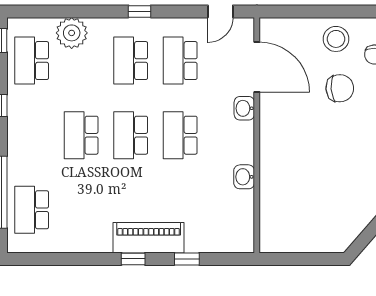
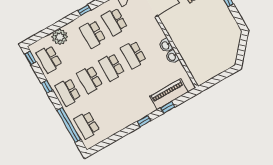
washbasin: (244, 108) -> (166, 45), moved
school desk: (32, 135) -> (68, 92), added
piano: (149, 238) -> (169, 94), moved

